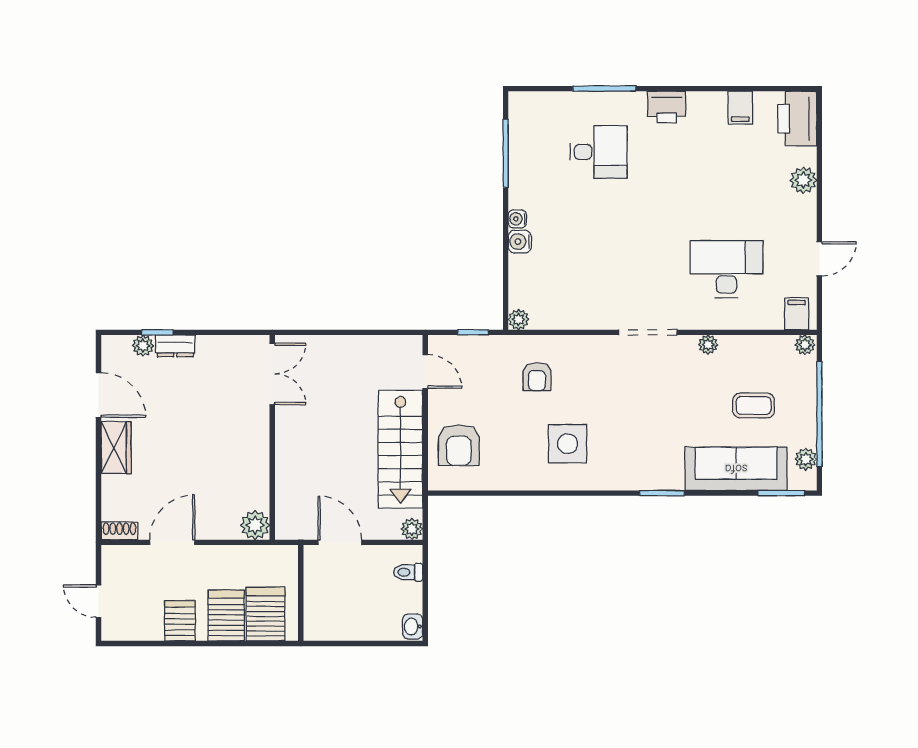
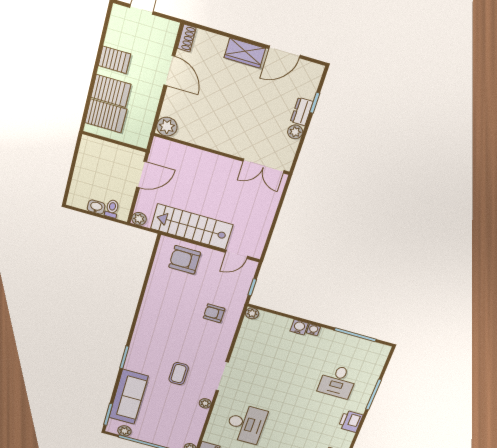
plant: (143, 346) -> (295, 132), moved
coffee table: (754, 405) -> (179, 374), moved
side table: (567, 444) -> (168, 318), removed
washbasin: (413, 626) -> (96, 207), moved

